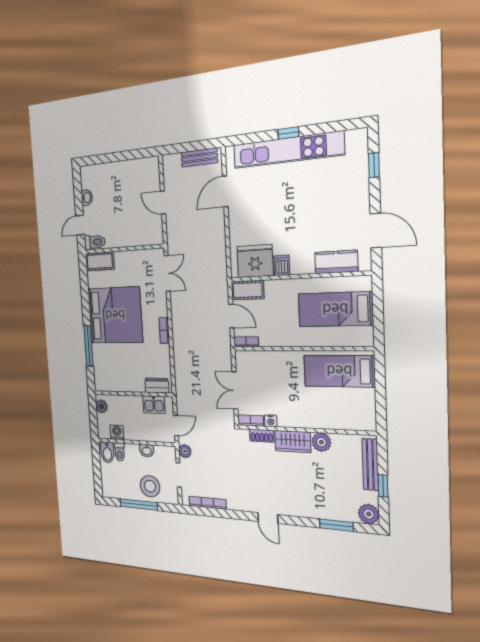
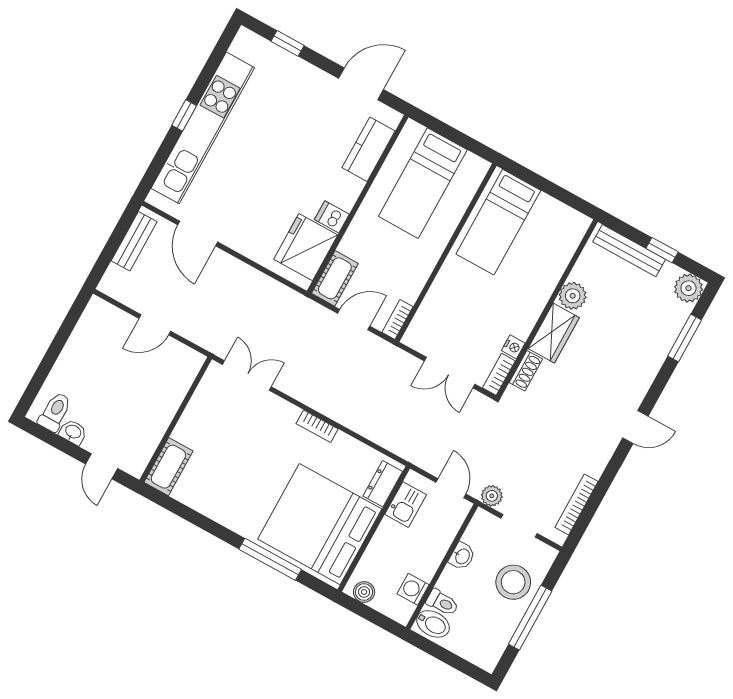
toilet: (95, 242) -> (55, 412), moved
bed: (115, 315) -> (320, 524), moved, turned -90

